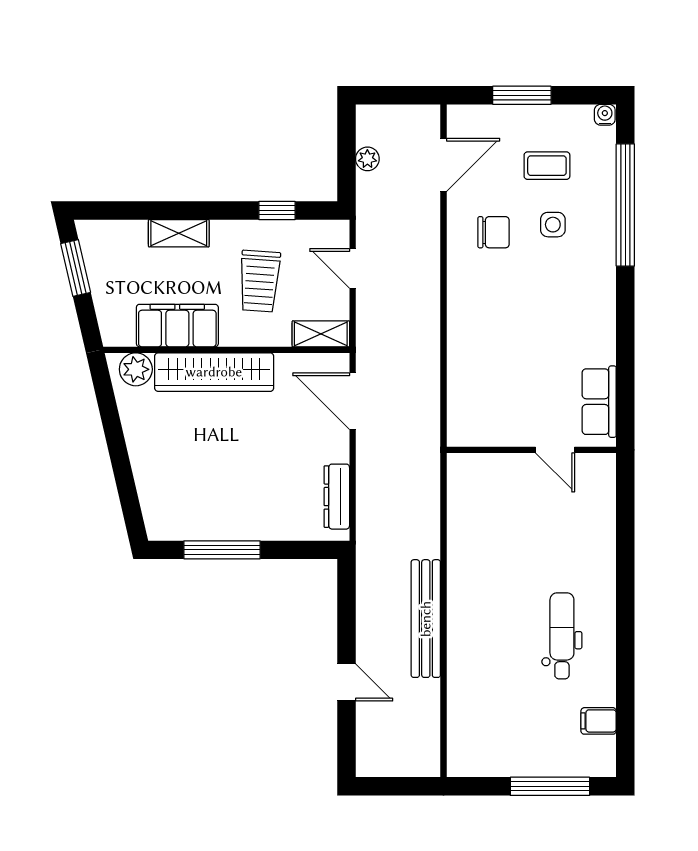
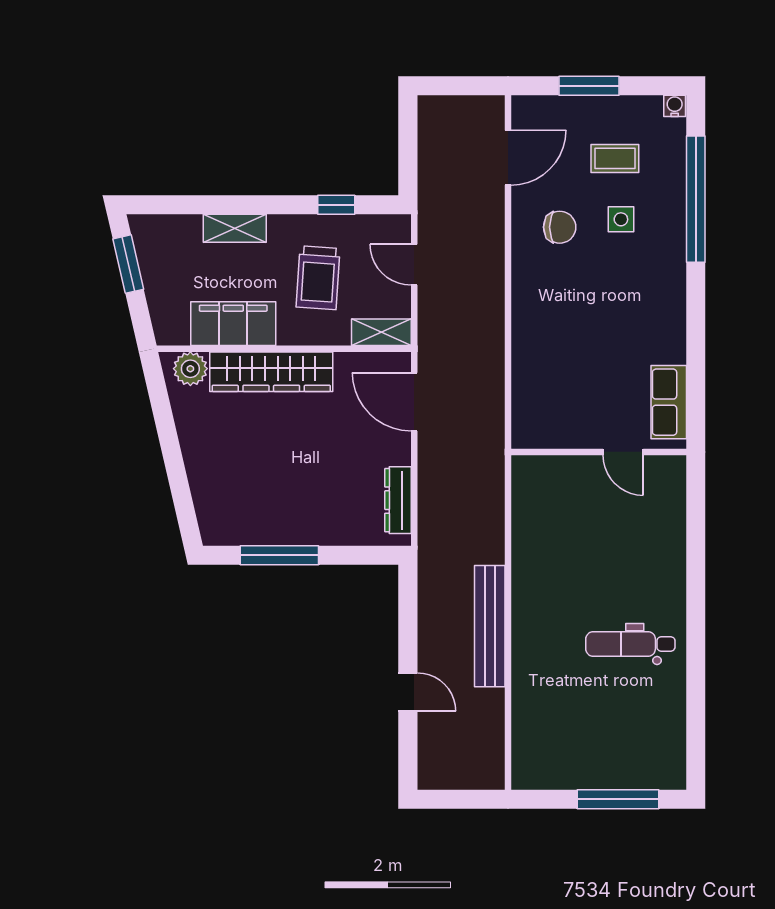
plant: (367, 159) -> (429, 151), removed
dental chair: (562, 636) -> (630, 644), turned -90
filing cabinet: (599, 721) -> (668, 732), removed

